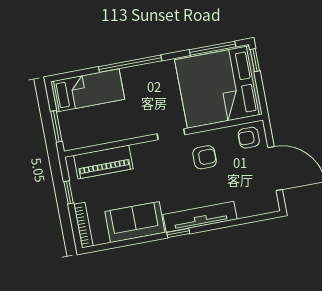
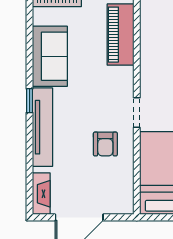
armchair: (249, 138) -> (118, 195), removed
fireplace: (260, 207) -> (41, 194), added

